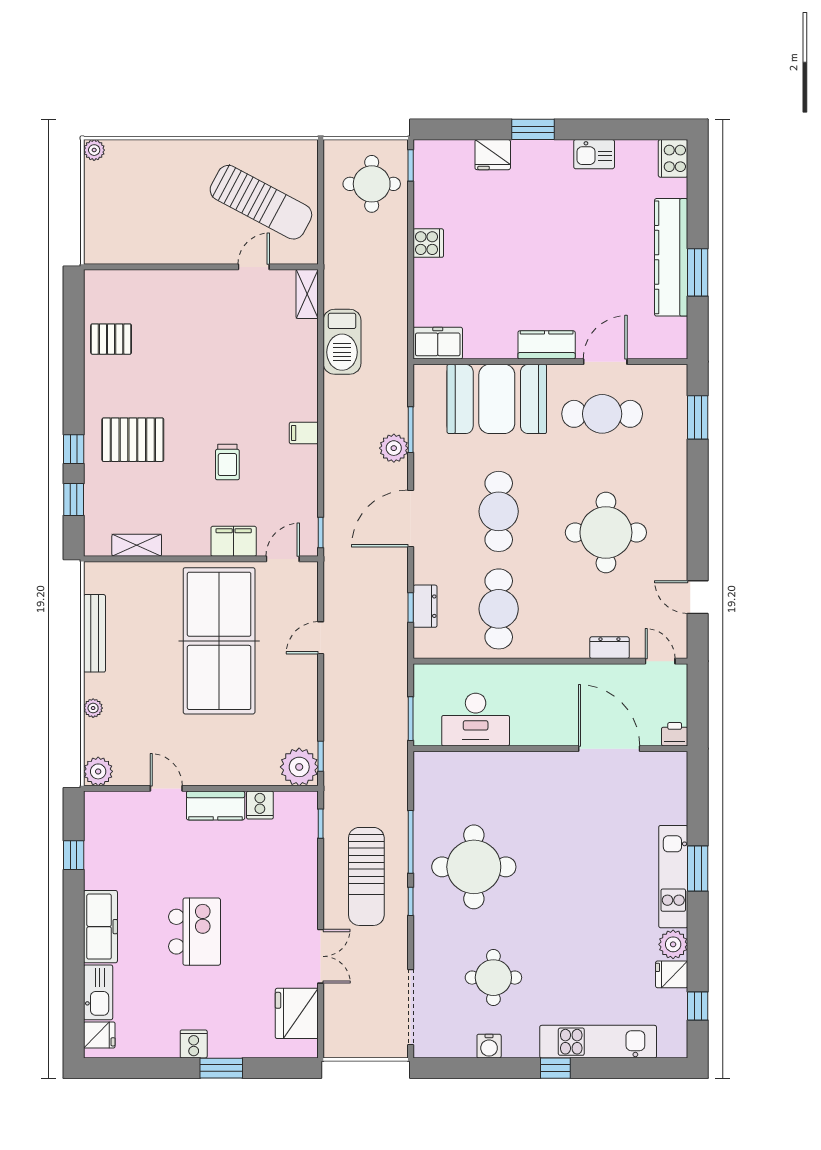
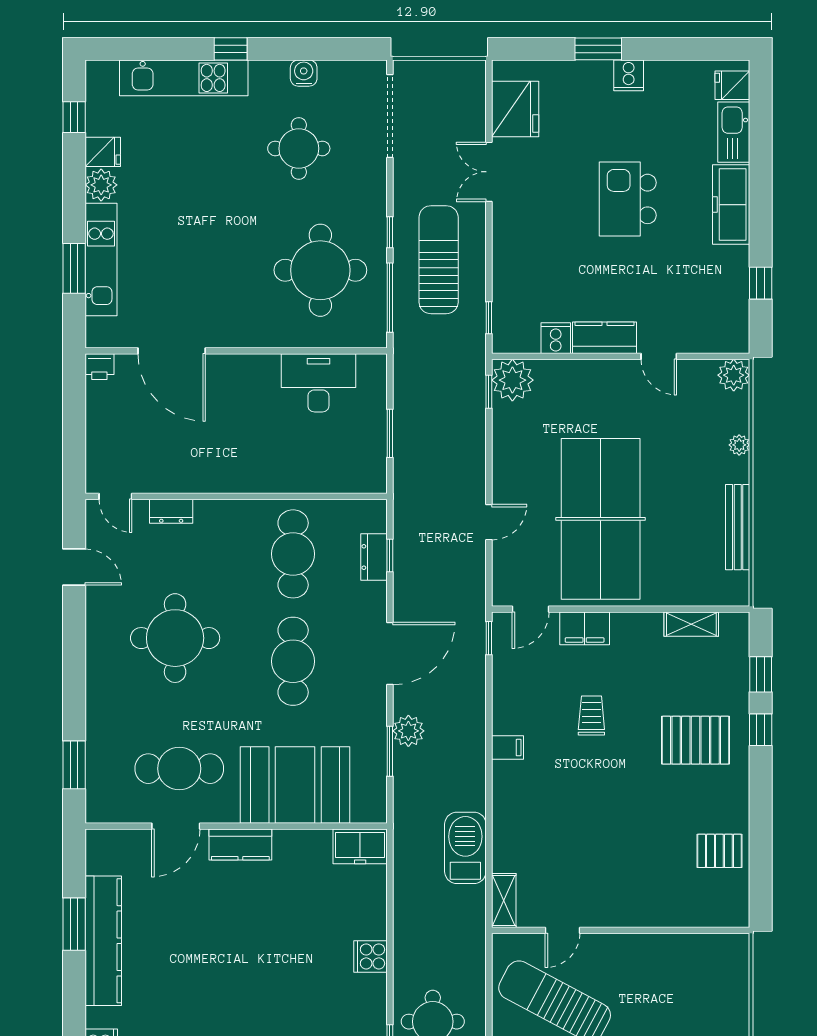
desk: (476, 720) -> (318, 383), moved
printer: (675, 734) -> (99, 367), moved
wall: (550, 749) -> (236, 351), moved
door: (609, 749) -> (172, 351), moved

